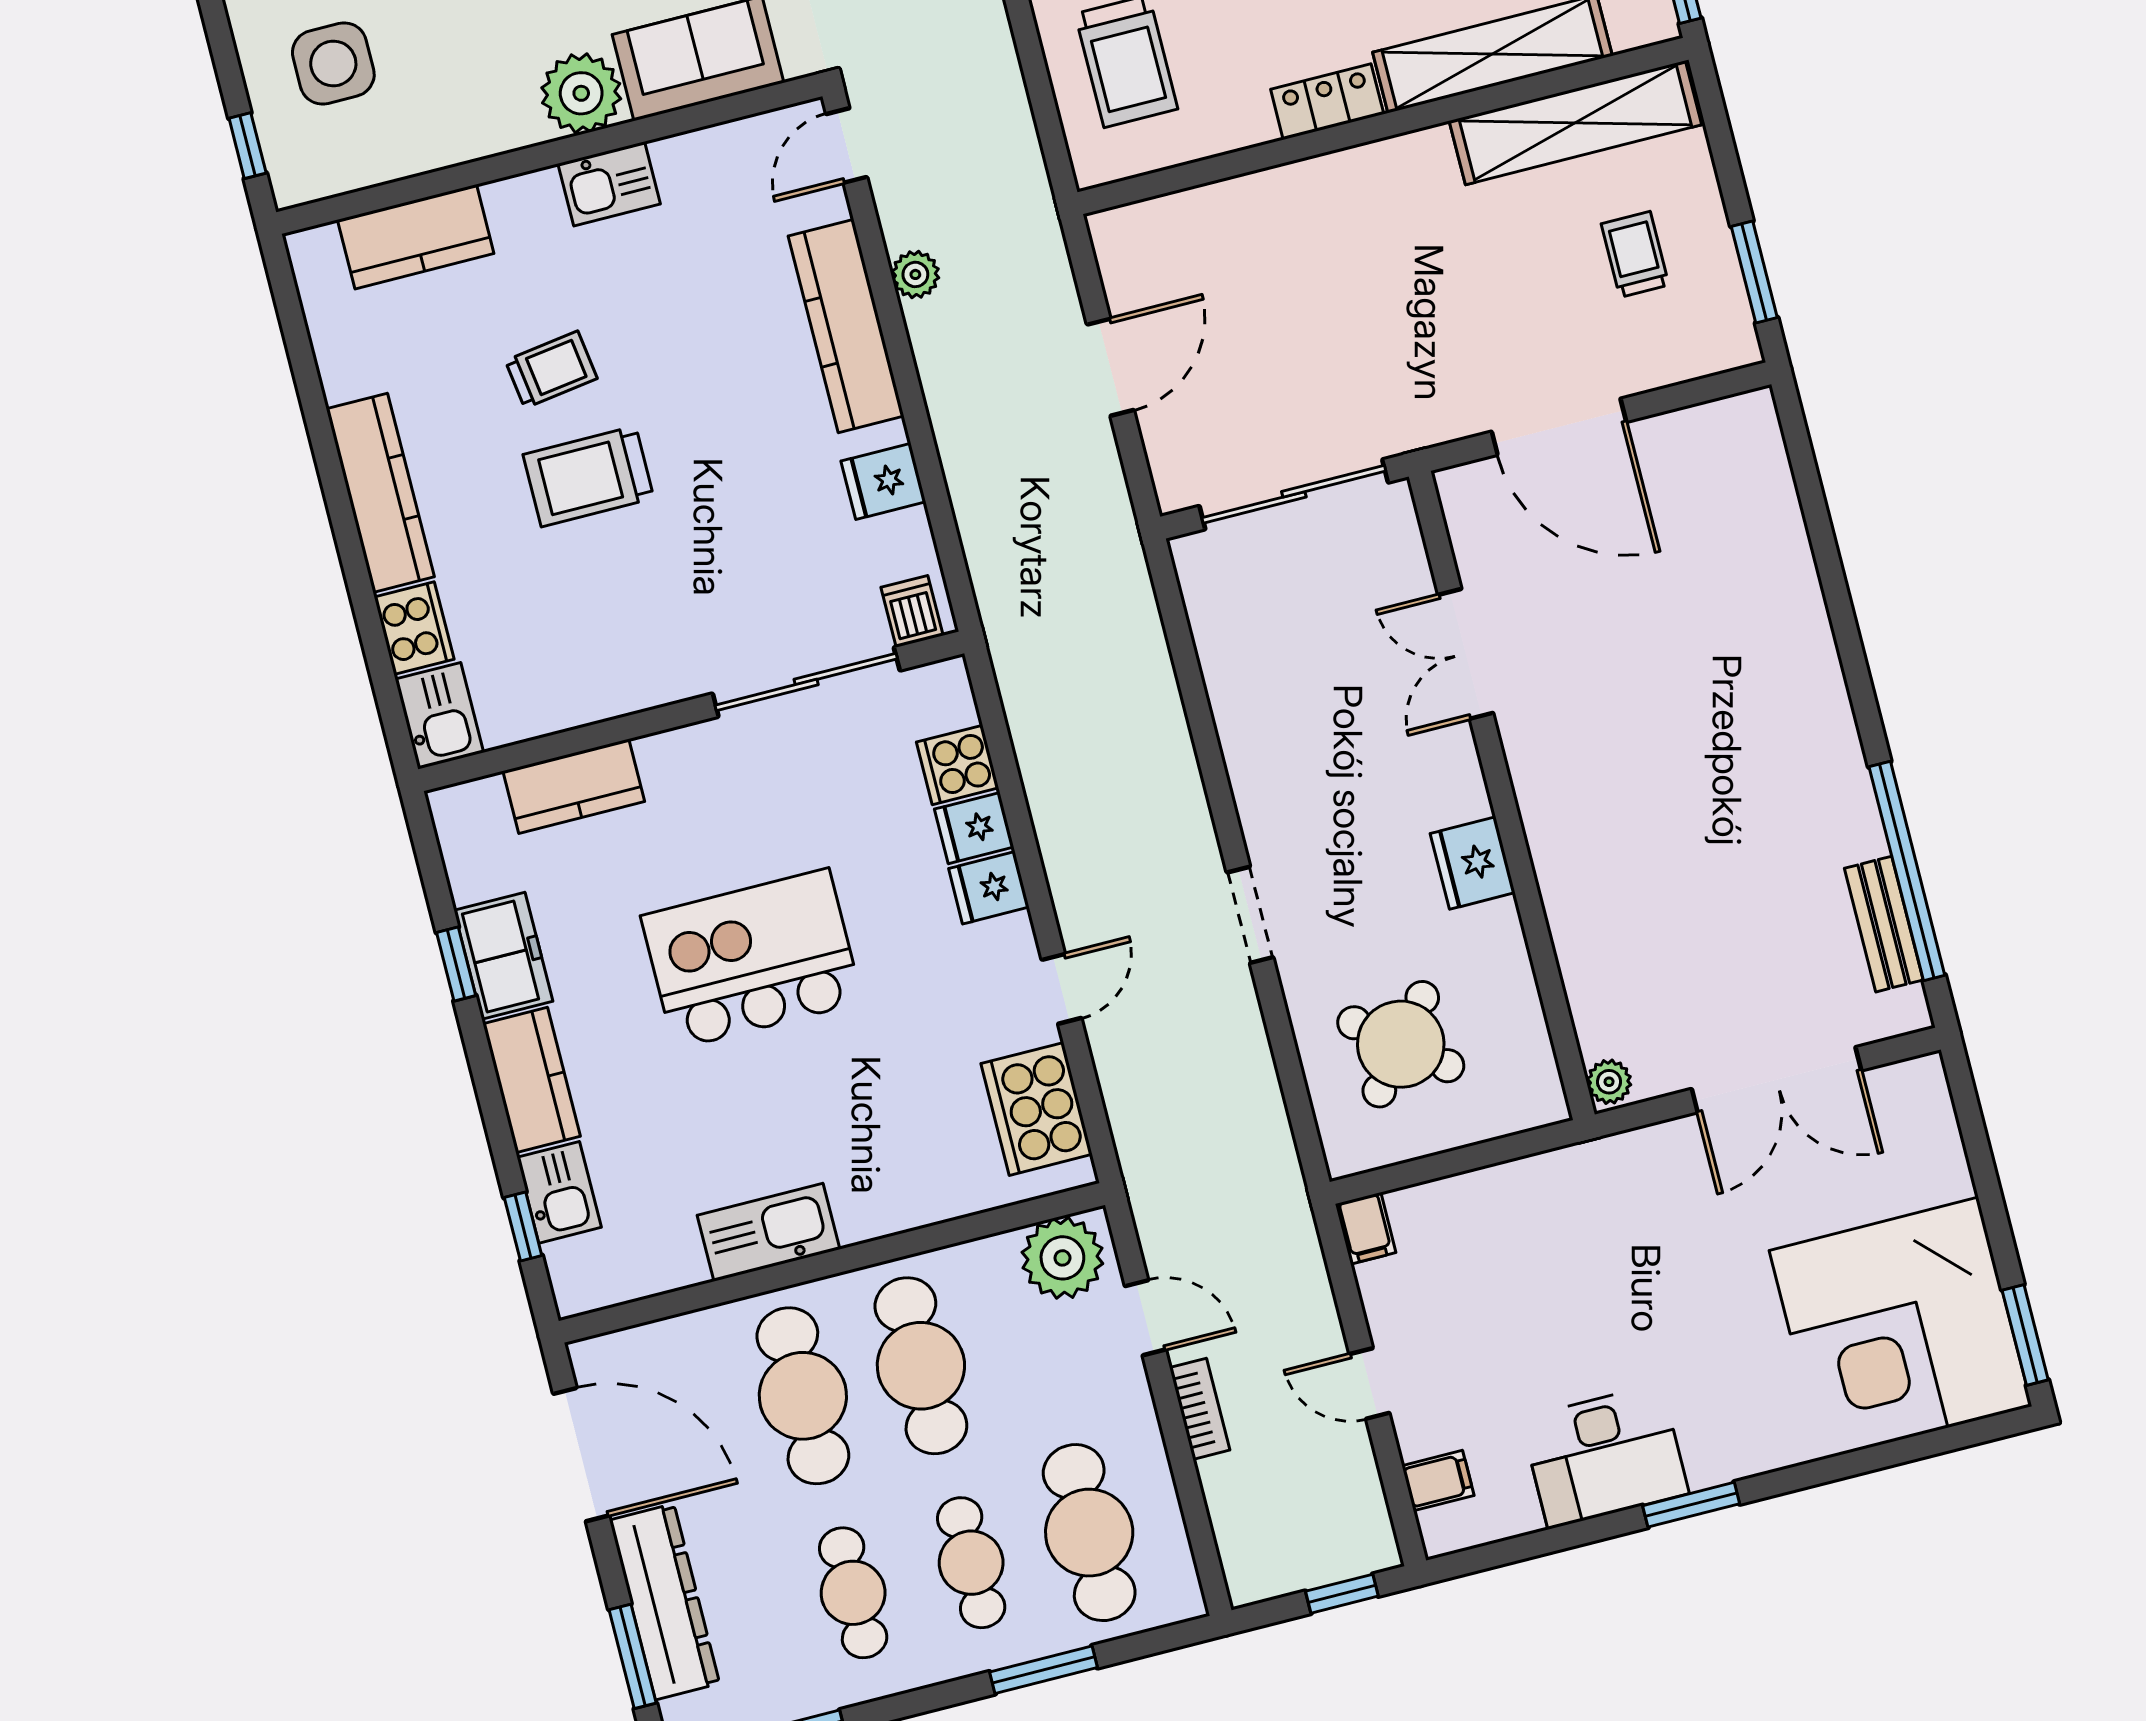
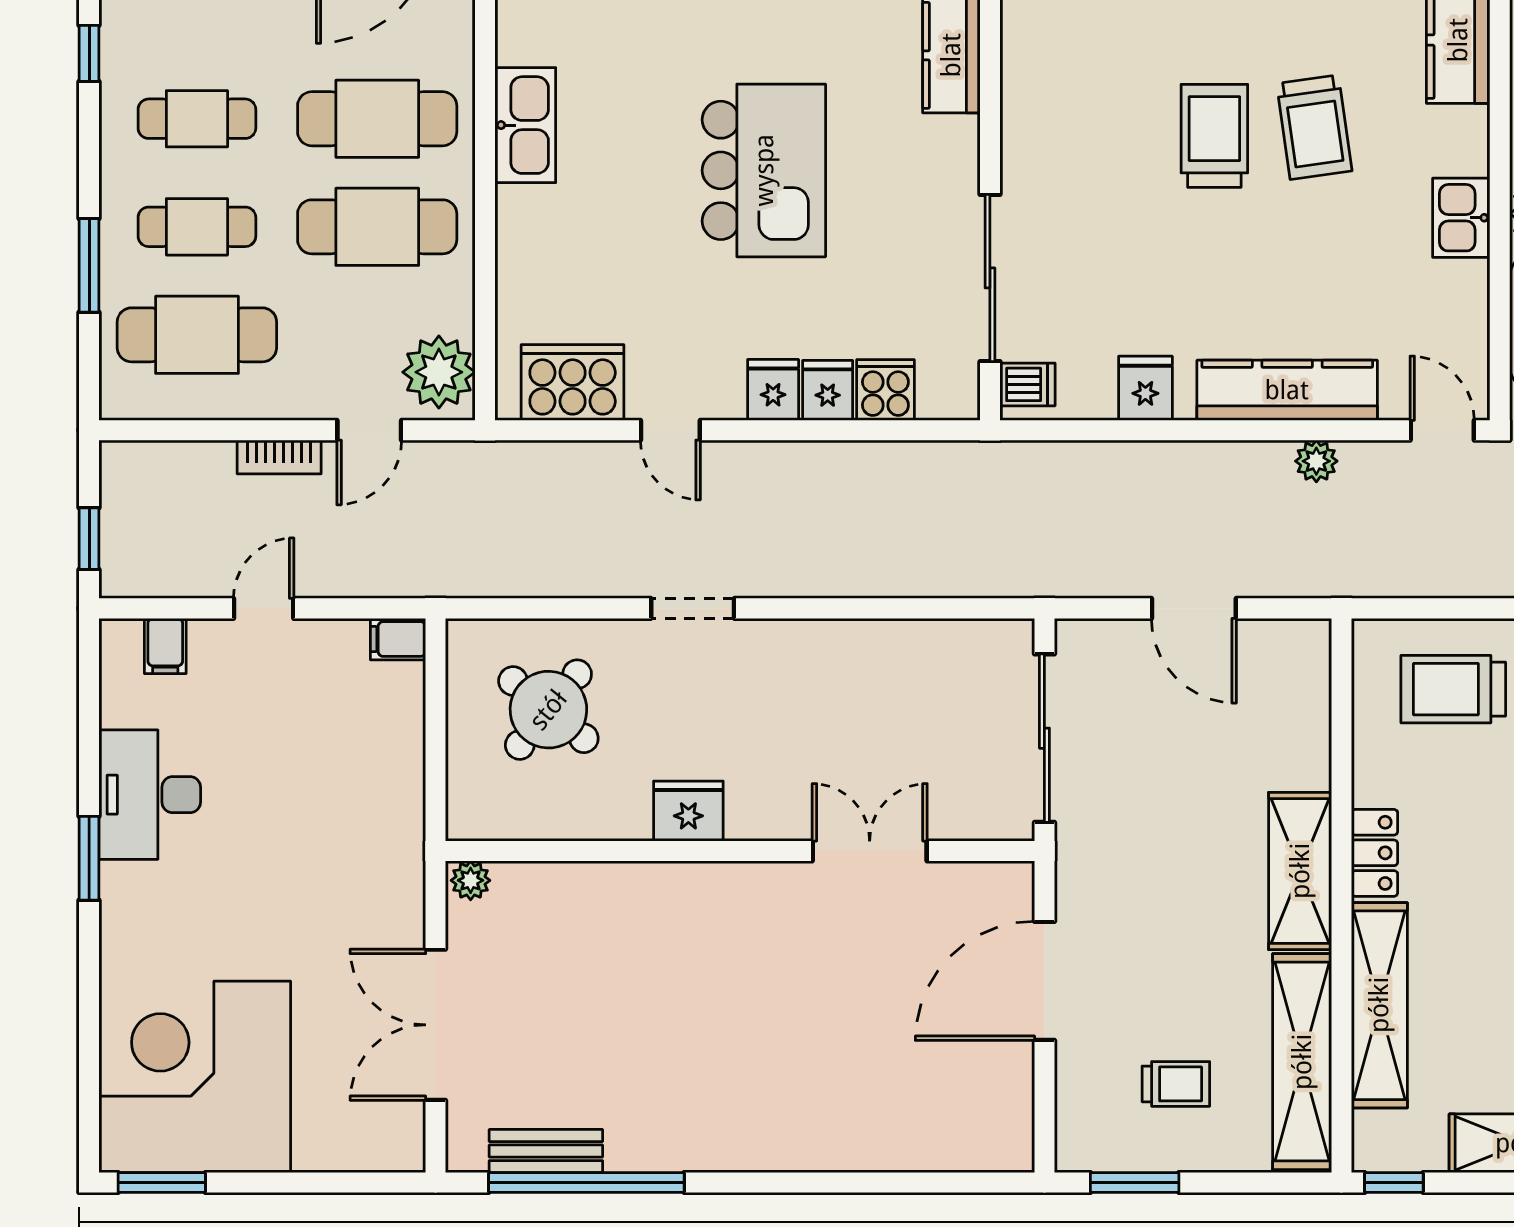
shelving: (1368, 178) -> (1300, 871), added
trolley: (551, 370) -> (1314, 127), width x1.36, depth x1.39

